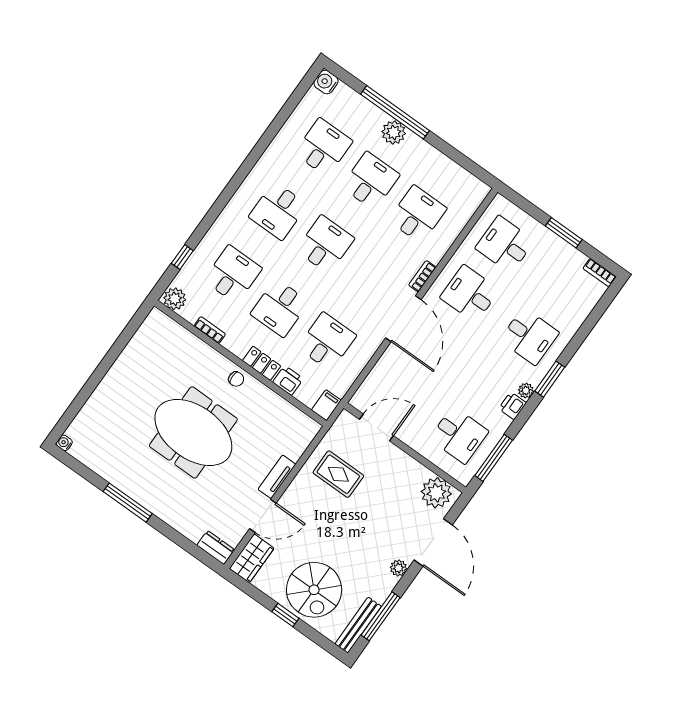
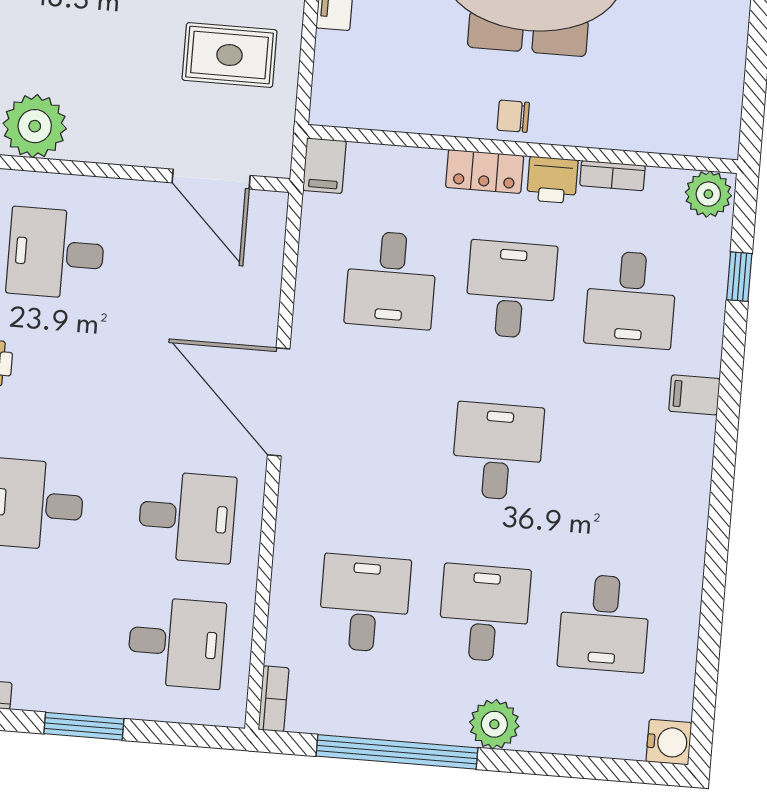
window: (395, 112) -> (397, 752), moved
desk: (370, 181) -> (484, 613), turned 180
desk: (278, 211) -> (617, 461), removed
desk: (418, 214) -> (364, 603), turned 180
filing cabinet: (230, 219) -> (694, 395), added
desk: (325, 244) -> (498, 451), turned 180
bookcase: (422, 276) -> (274, 699), moved
printer: (288, 380) -> (552, 180), moved
door: (376, 427) -> (211, 179), hinge flipped

